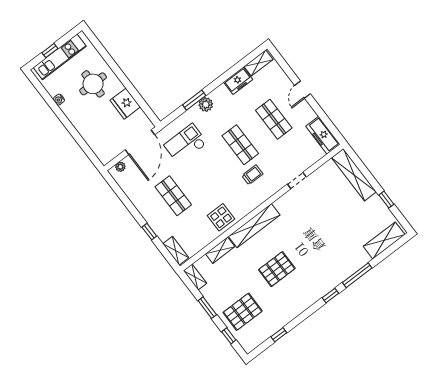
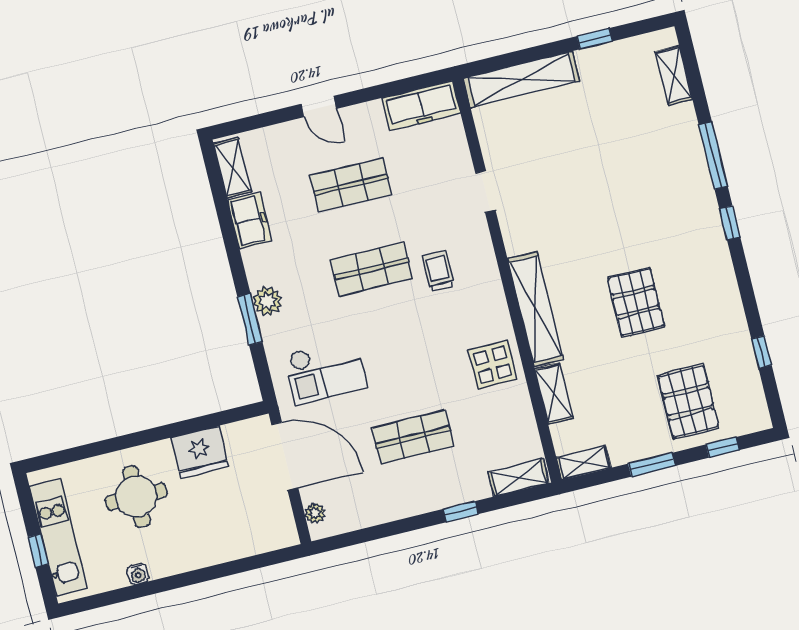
checkout: (186, 144) -> (325, 371), turned -90
shelving: (384, 240) -> (674, 75), width x0.67, depth x0.75

